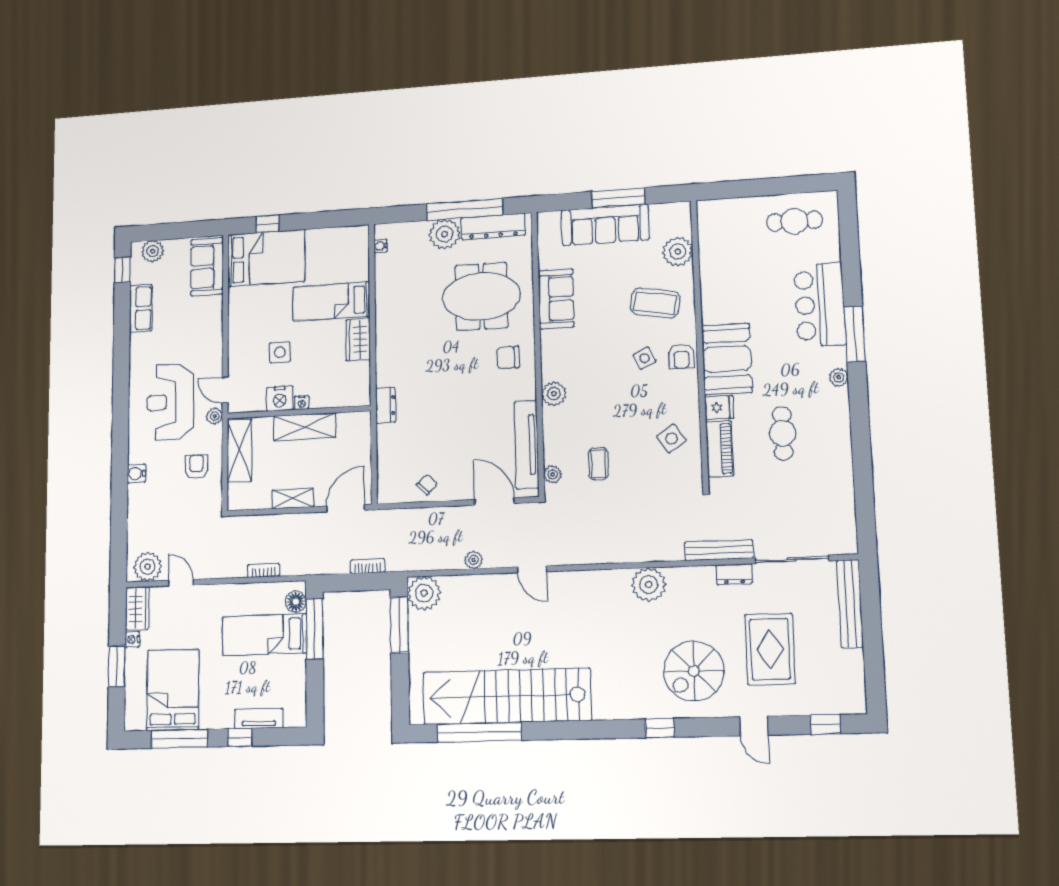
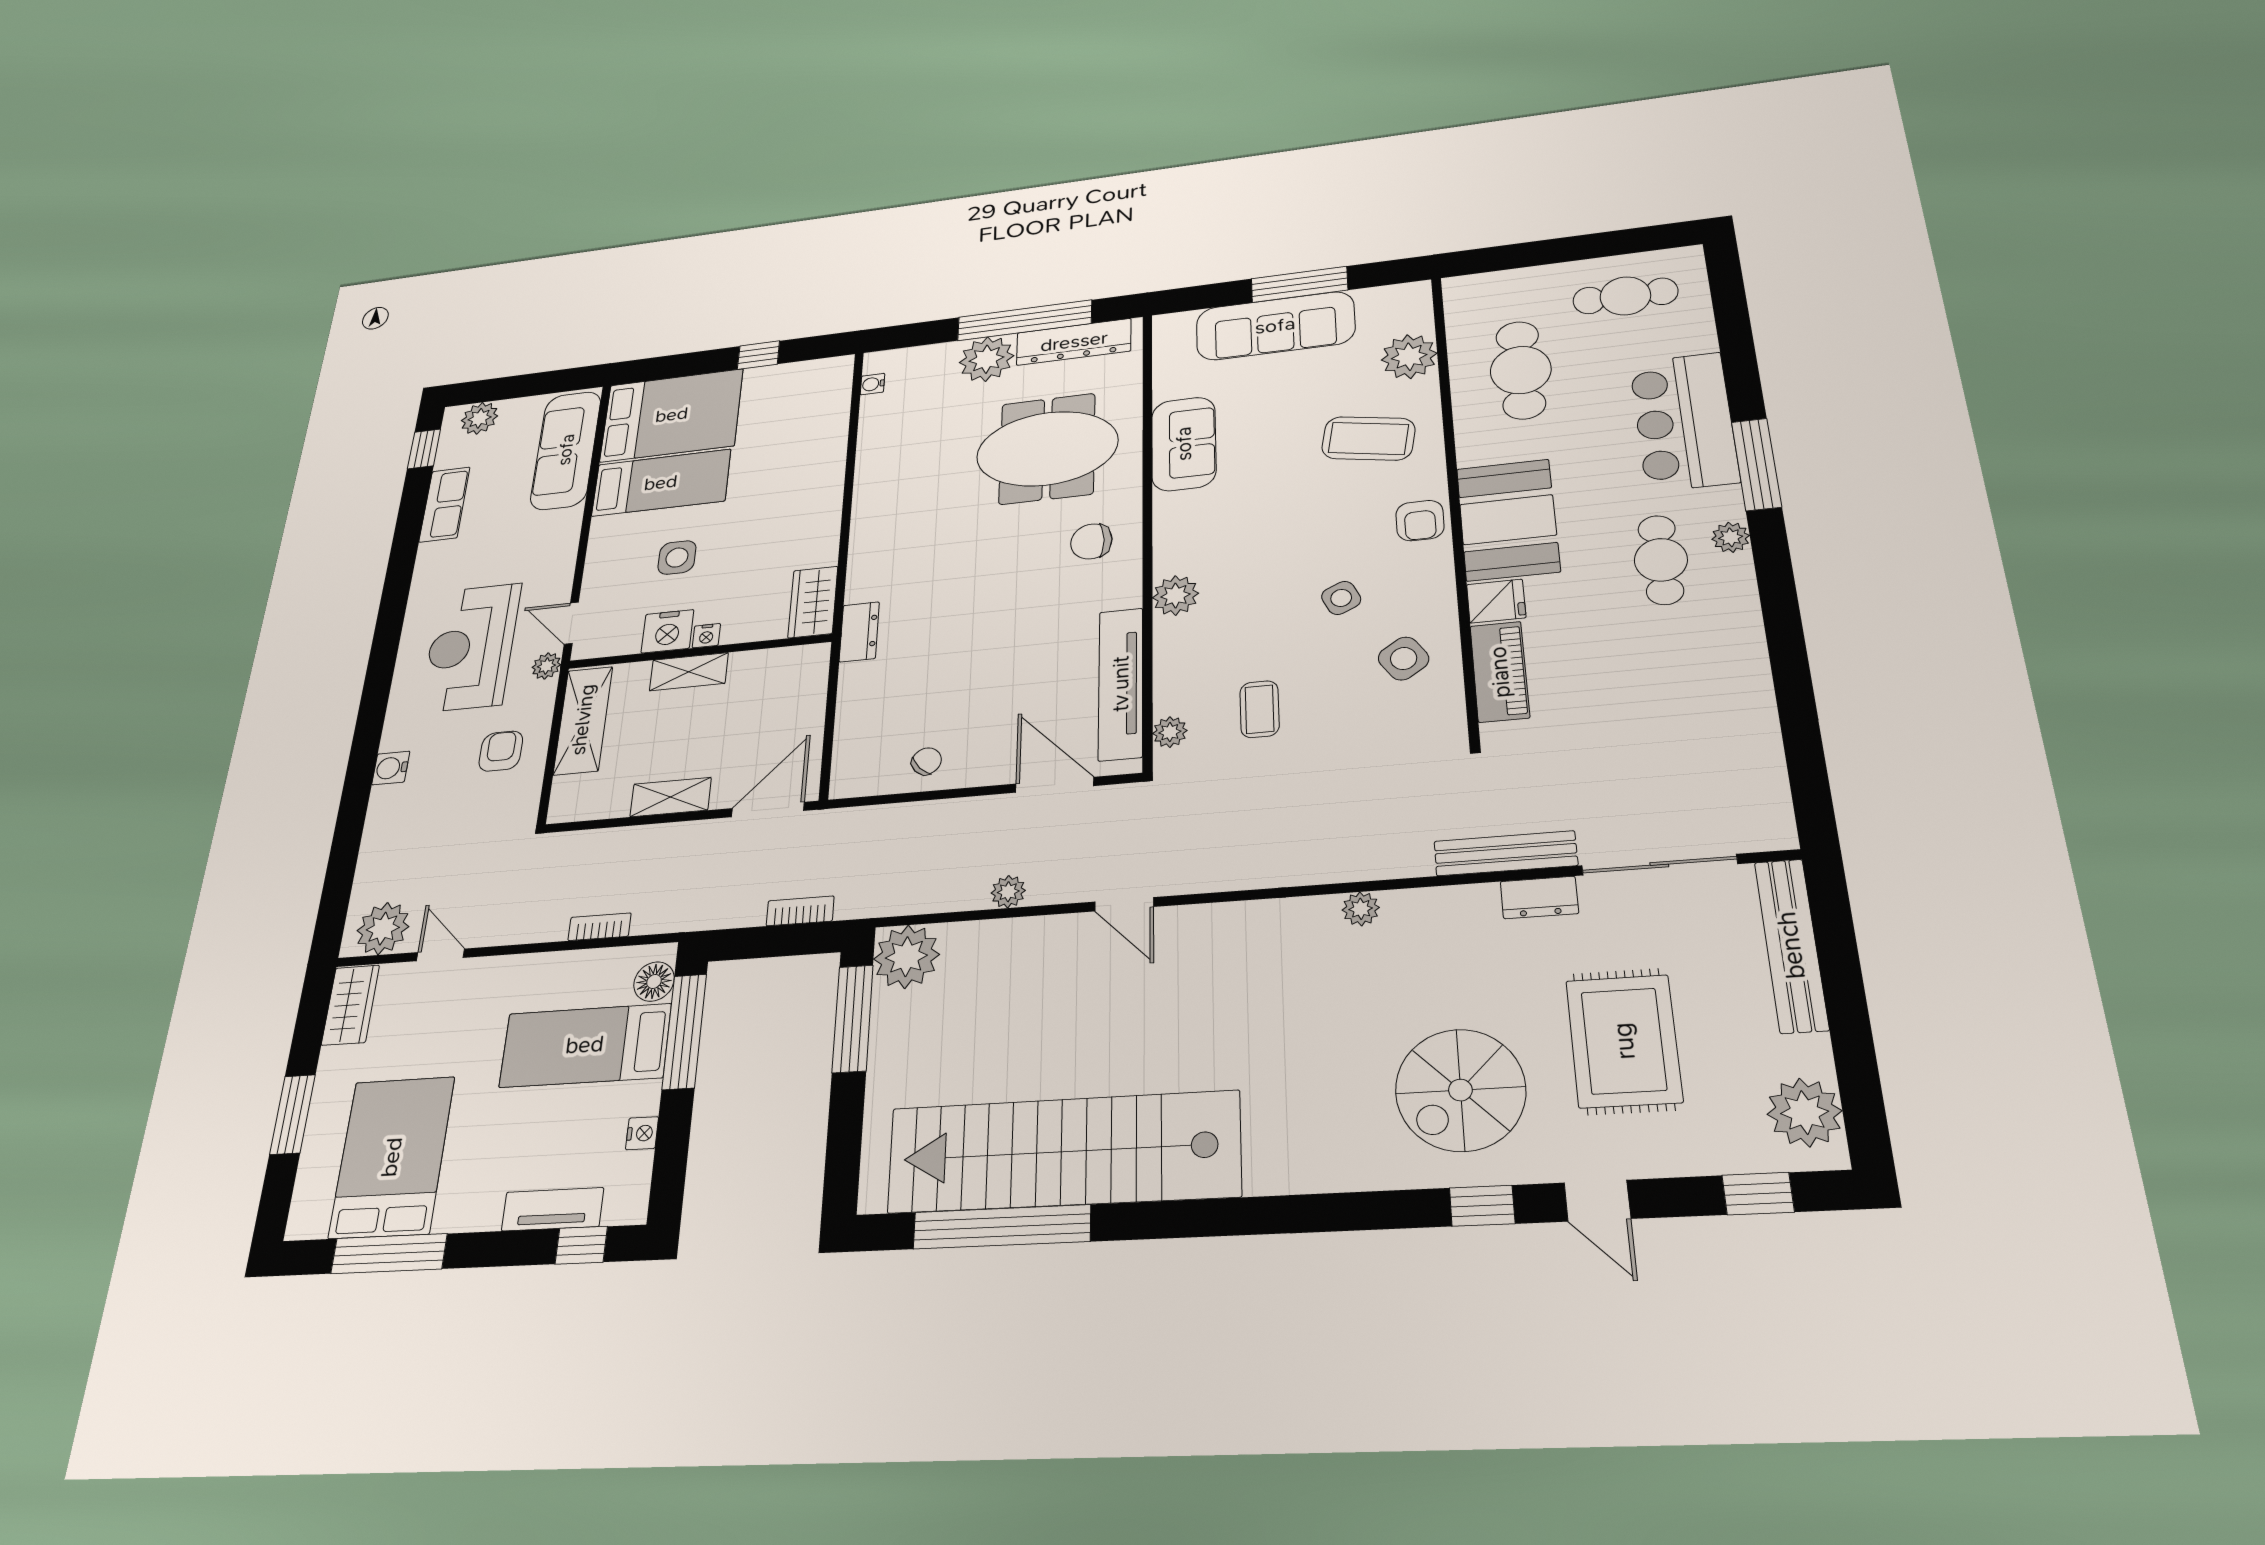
window: (268, 224) -> (758, 355), moved
cafe table: (737, 265) -> (1521, 370), added
sofa: (207, 267) -> (566, 450), width x1.36
bed: (331, 302) -> (661, 483), moved, turned 180
wardrobe: (358, 339) -> (813, 602), moved
side table: (645, 358) -> (1341, 598), moved
shelving: (305, 427) -> (689, 672), width x0.67, depth x0.75
cafe table: (783, 433) -> (1661, 560), moved
plant: (649, 585) -> (1361, 909), width x0.53, depth x0.53
nightstand: (132, 639) -> (642, 1133), moved, turned 180
plant: (849, 687) -> (1805, 1112), added
window: (660, 728) -> (1482, 1206), moved
window: (240, 737) -> (581, 1245), moved

